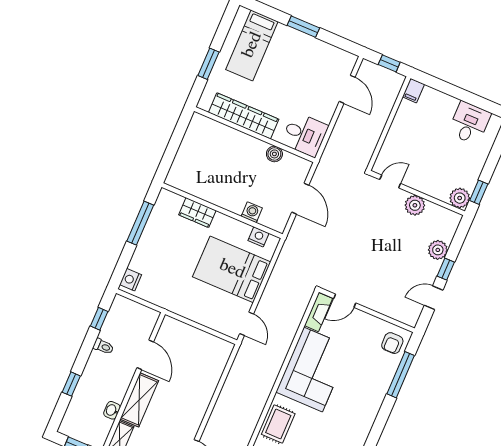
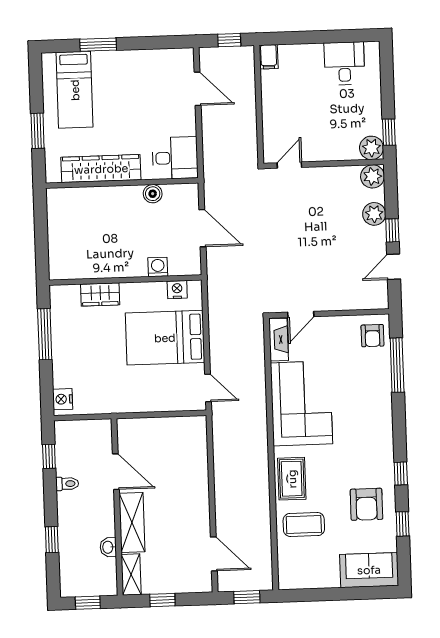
window: (303, 27) -> (98, 45), moved
plant: (415, 205) -> (373, 176), moved

